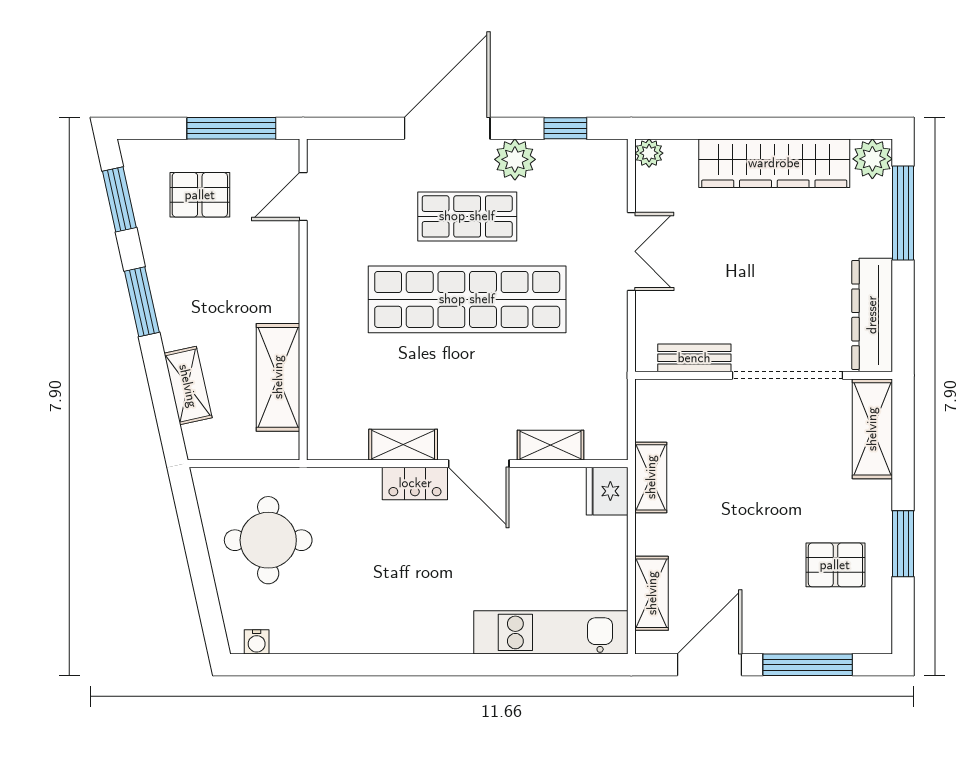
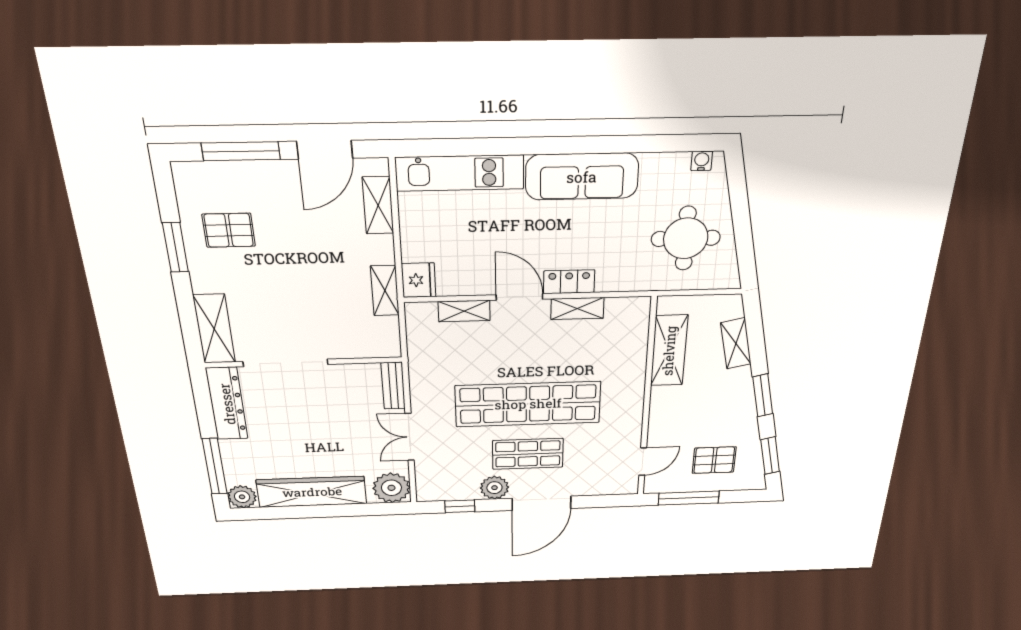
plant: (649, 153) -> (391, 488), width x1.88, depth x1.88
bench: (694, 358) -> (393, 386), moved, turned 90
sofa: (402, 625) -> (582, 177), added

